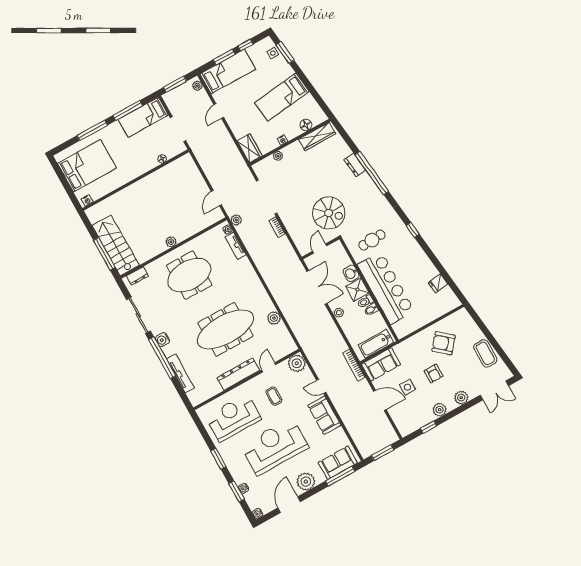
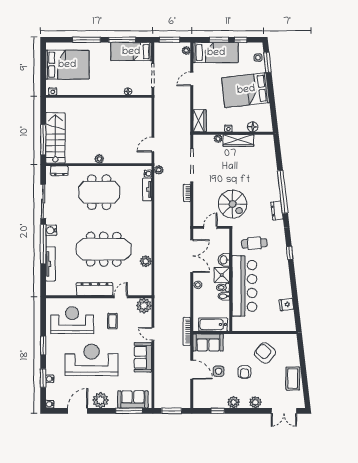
bed: (282, 97) -> (246, 90), width x1.50
wardrobe: (317, 136) -> (238, 140), moved
dresser: (355, 165) -> (277, 211), moved

